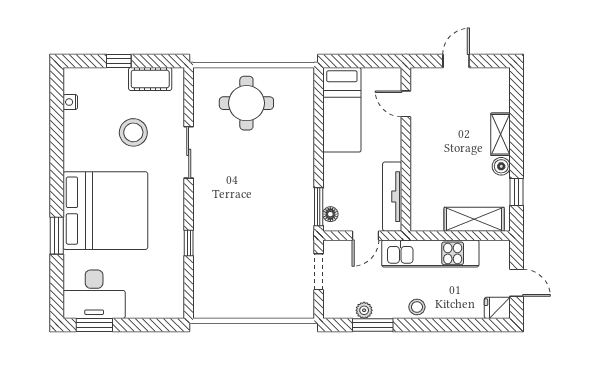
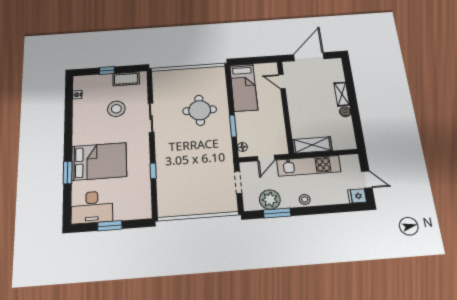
door: (456, 61) -> (309, 57), width x1.88
round table: (246, 103) -> (200, 110), moved
window: (517, 192) -> (357, 126), removed
tv unit: (392, 197) -> (280, 134), removed
window: (319, 207) -> (233, 126), moved
bed: (105, 211) -> (99, 161), width x0.73
shelving: (474, 219) -> (312, 145), moved
plant: (364, 310) -> (270, 200), width x1.87, depth x1.87
window: (94, 325) -> (110, 226), moved

